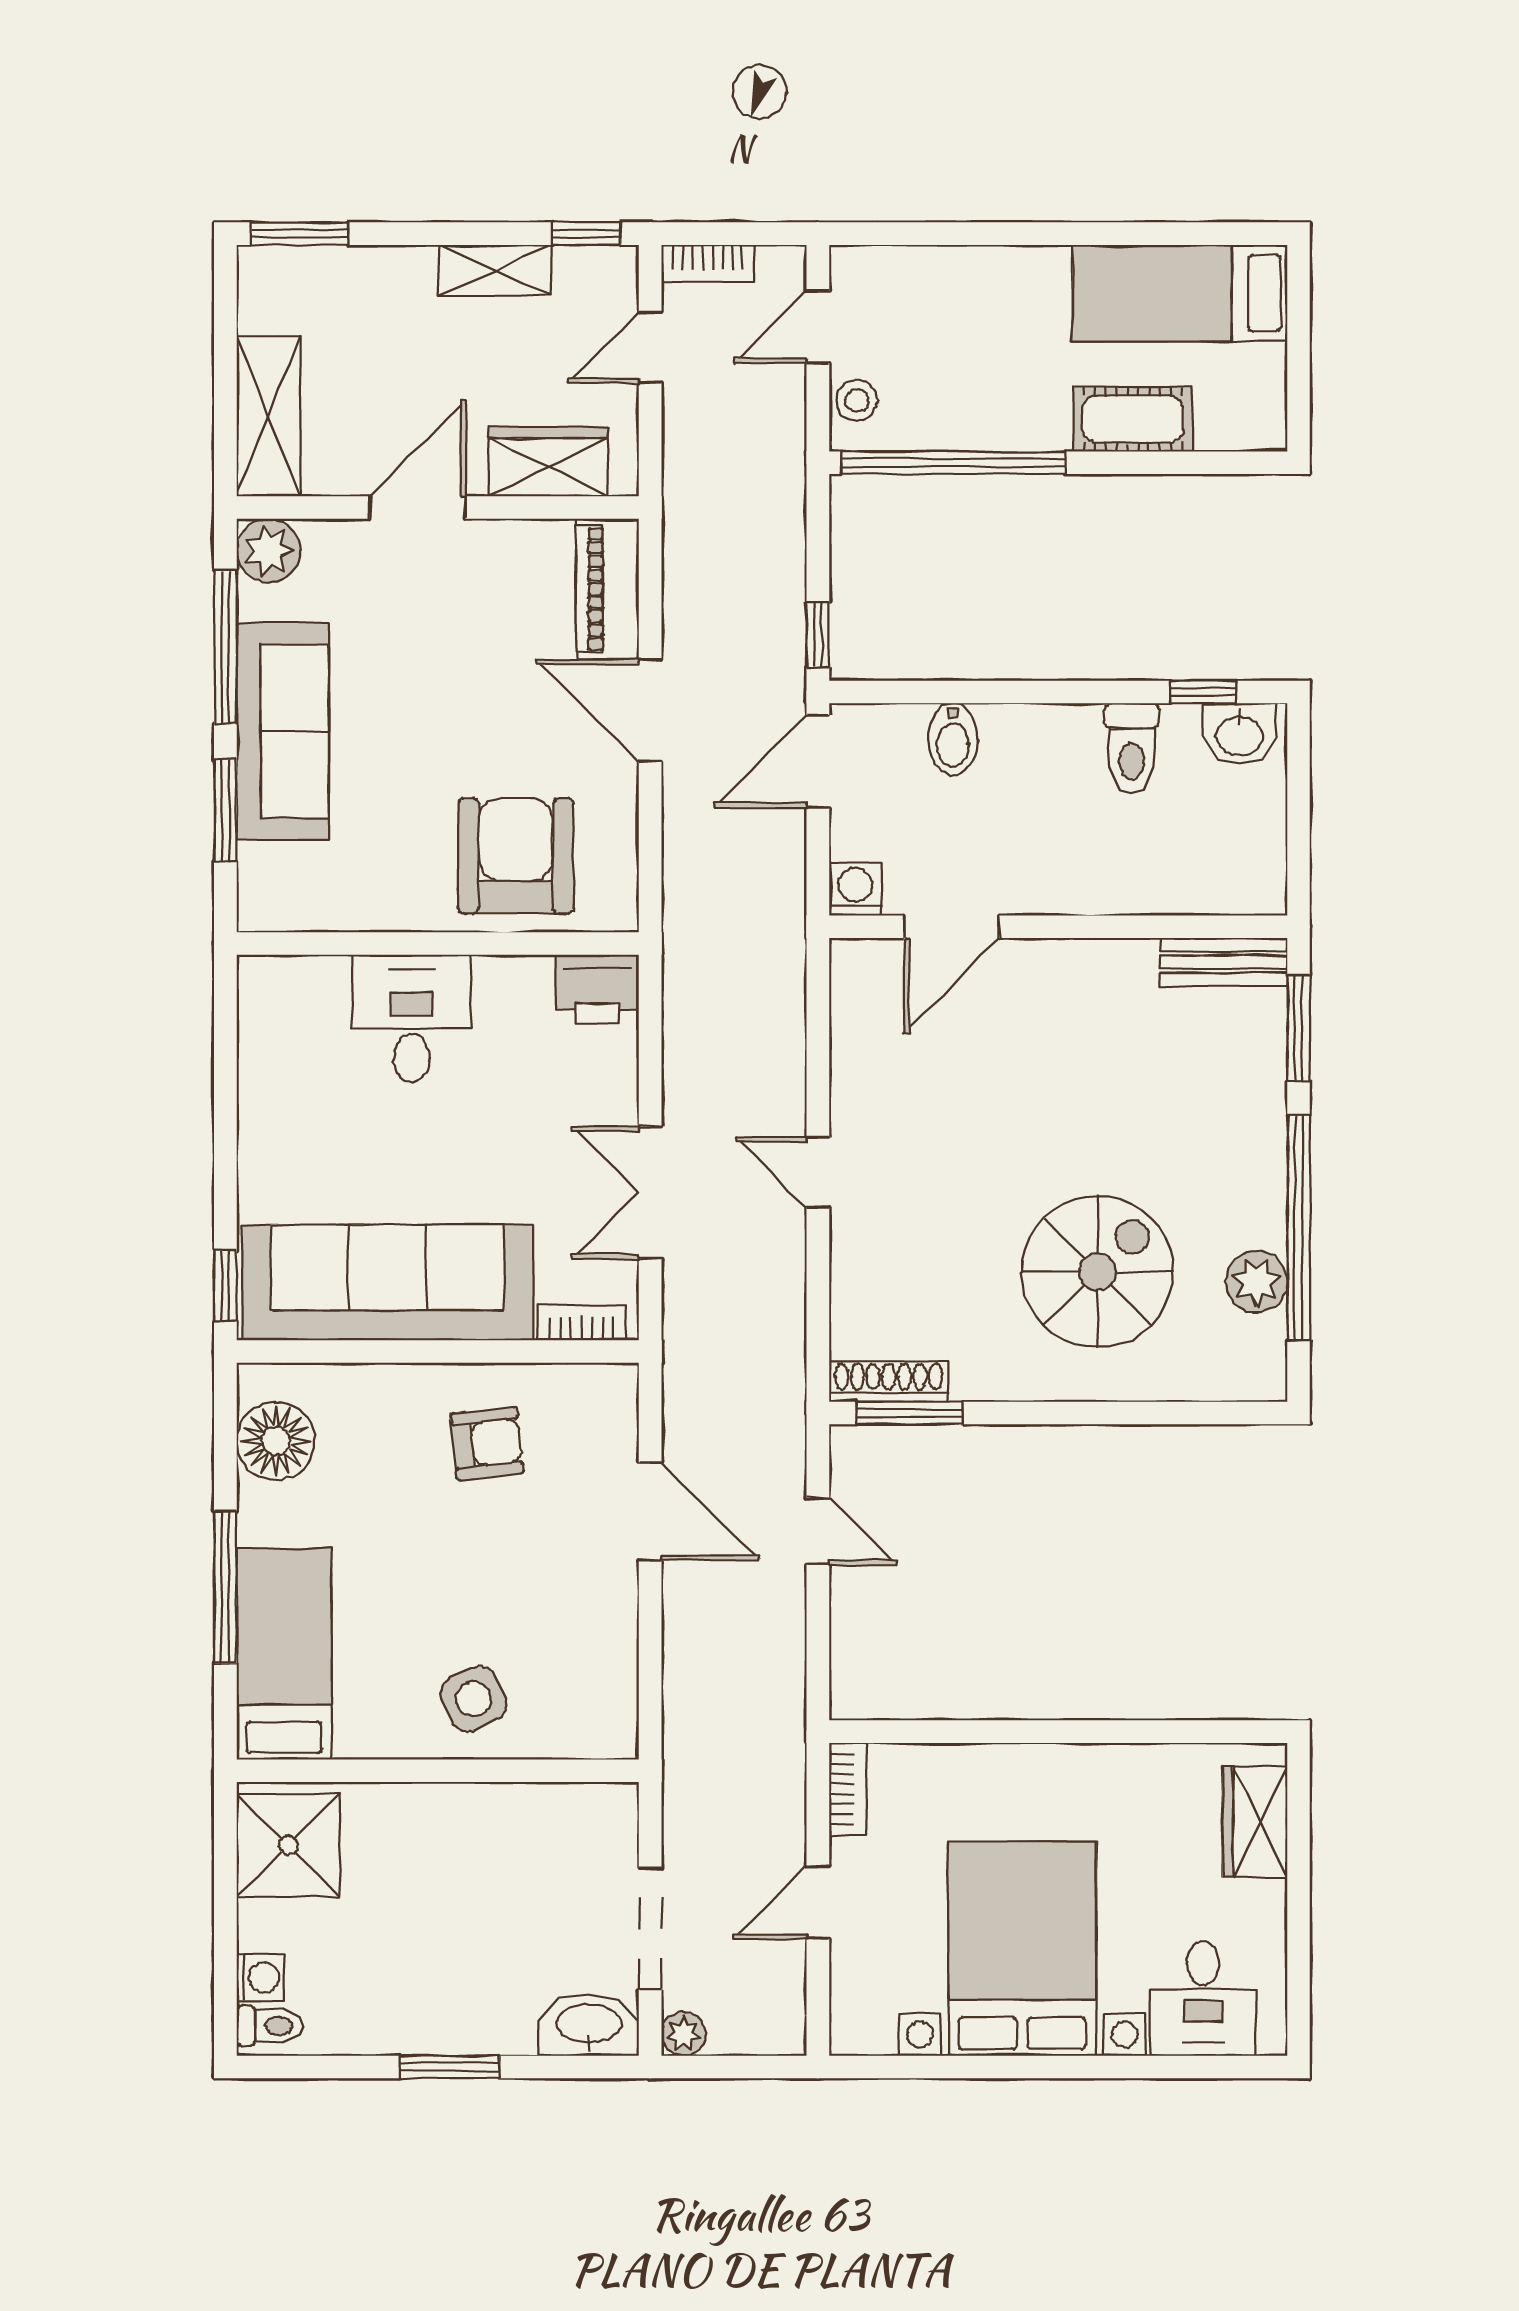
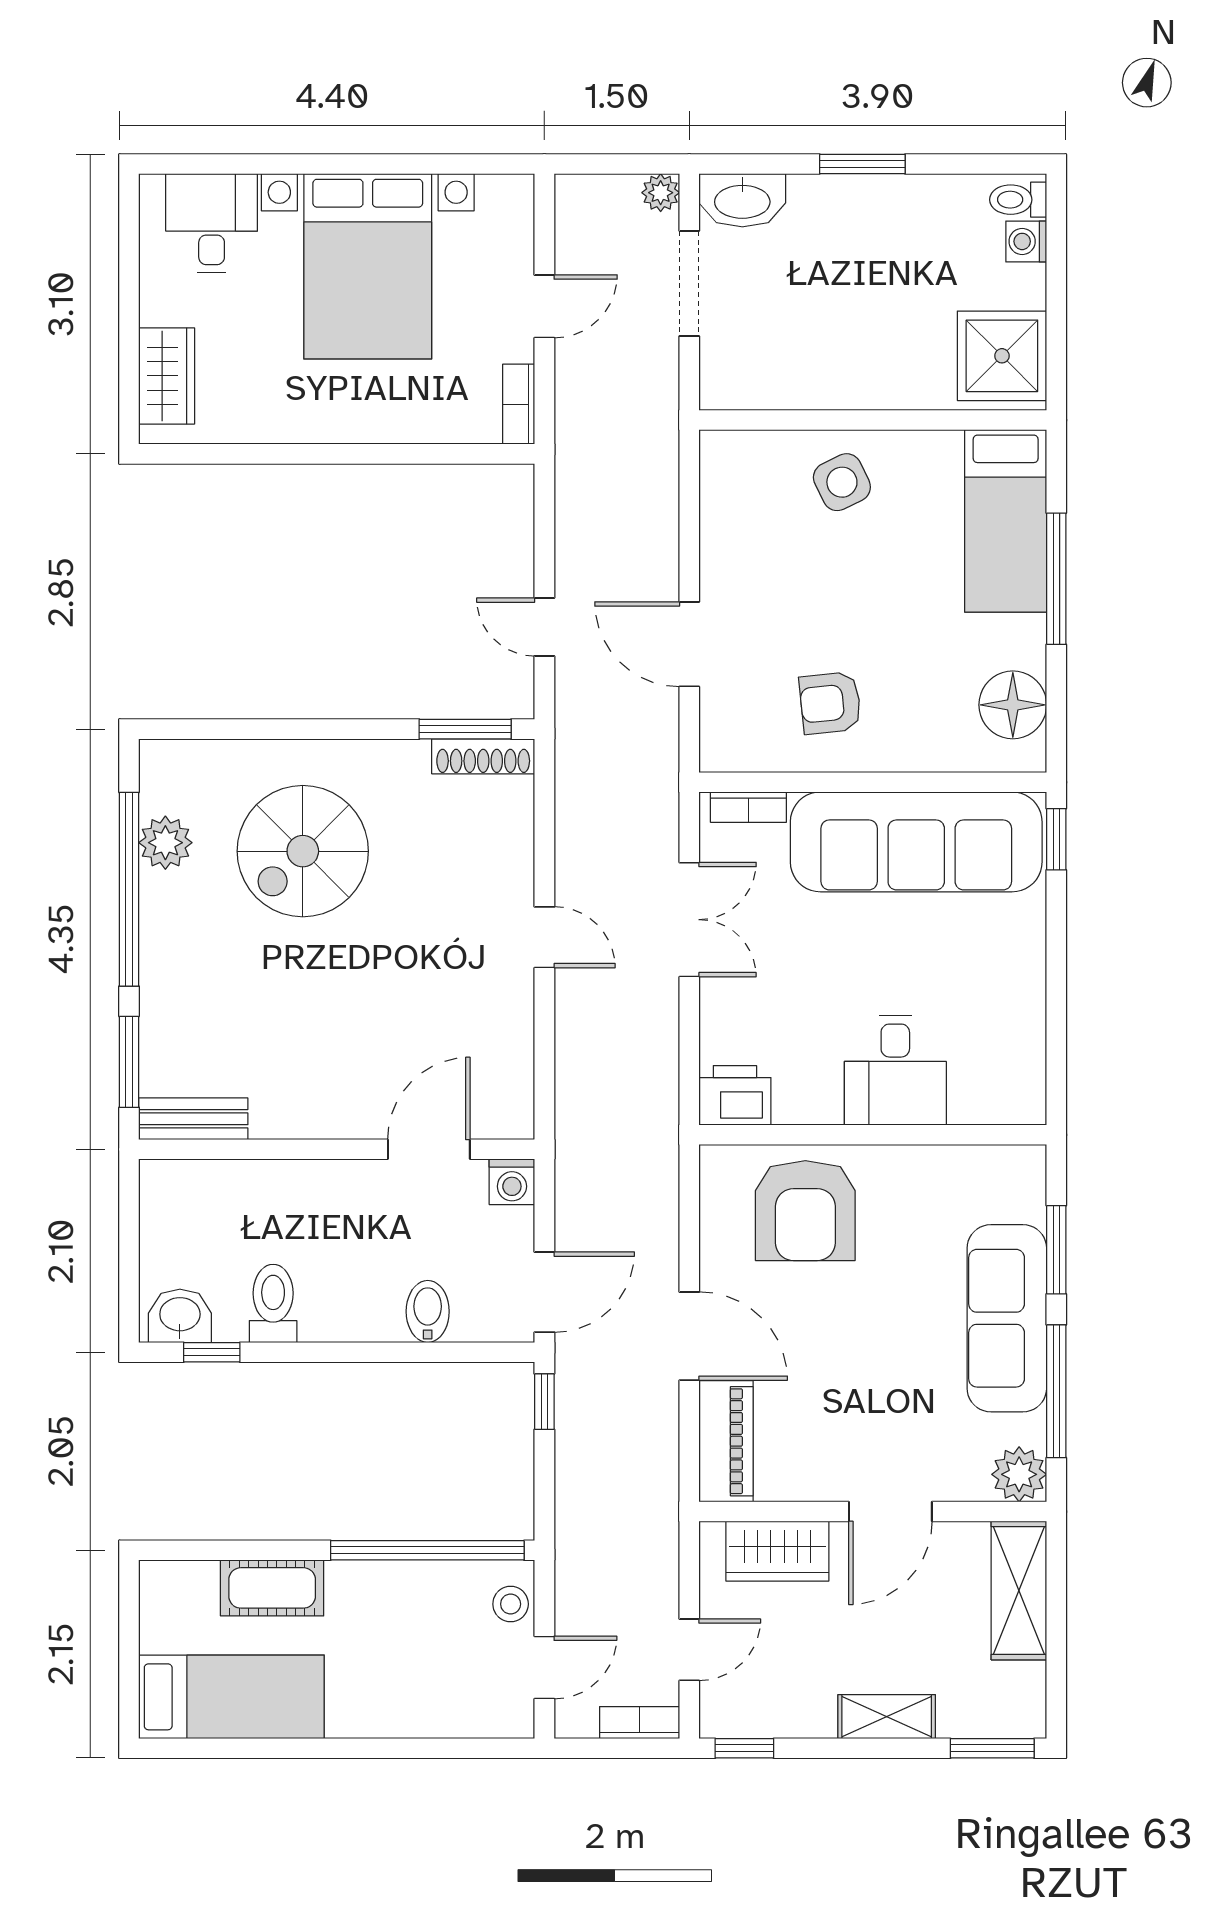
shelving: (495, 270) -> (887, 1717), moved

